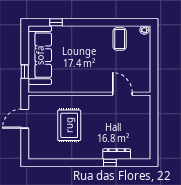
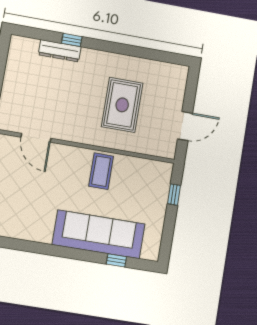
coffee table: (120, 39) -> (101, 171), moved
sofa: (40, 55) -> (99, 234), moved, turned 90

